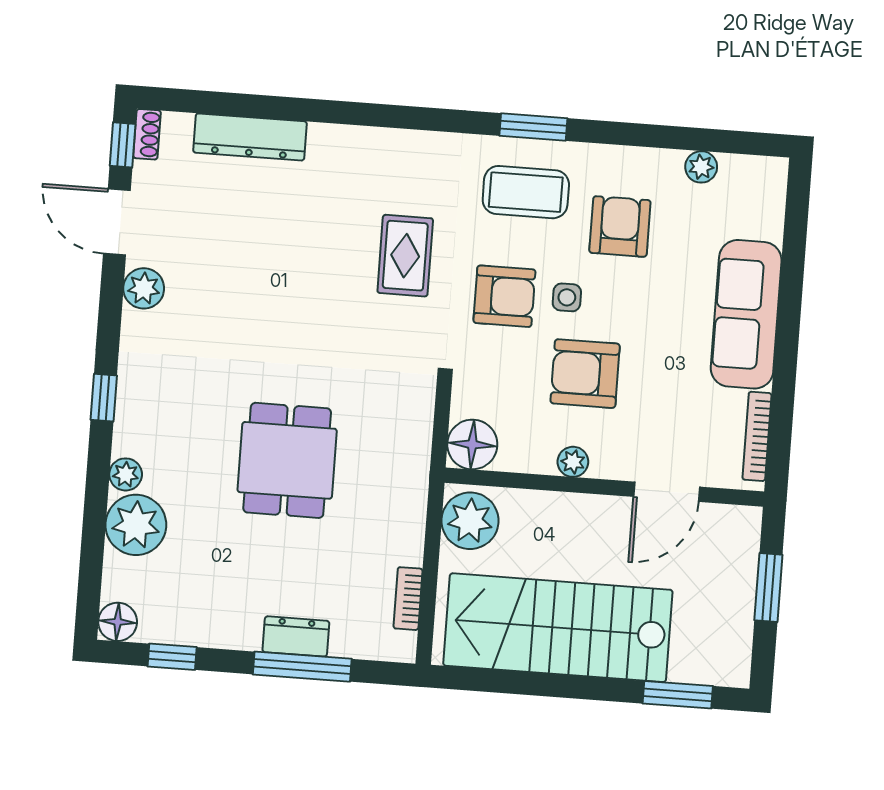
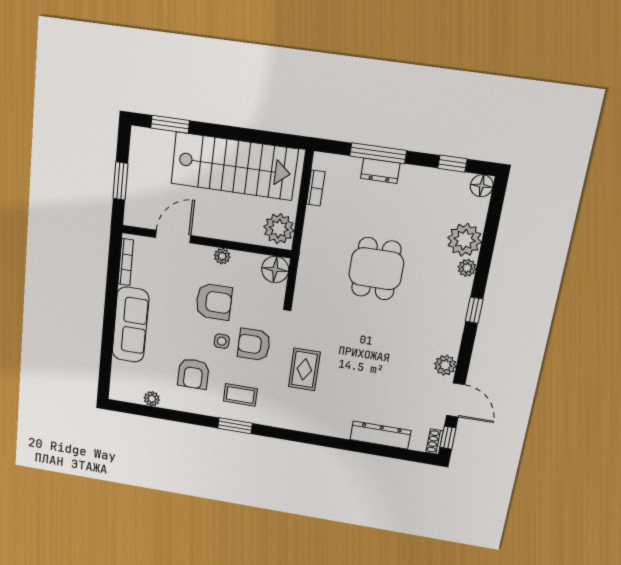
coffee table: (526, 192) -> (240, 395), width x0.73, depth x0.77

